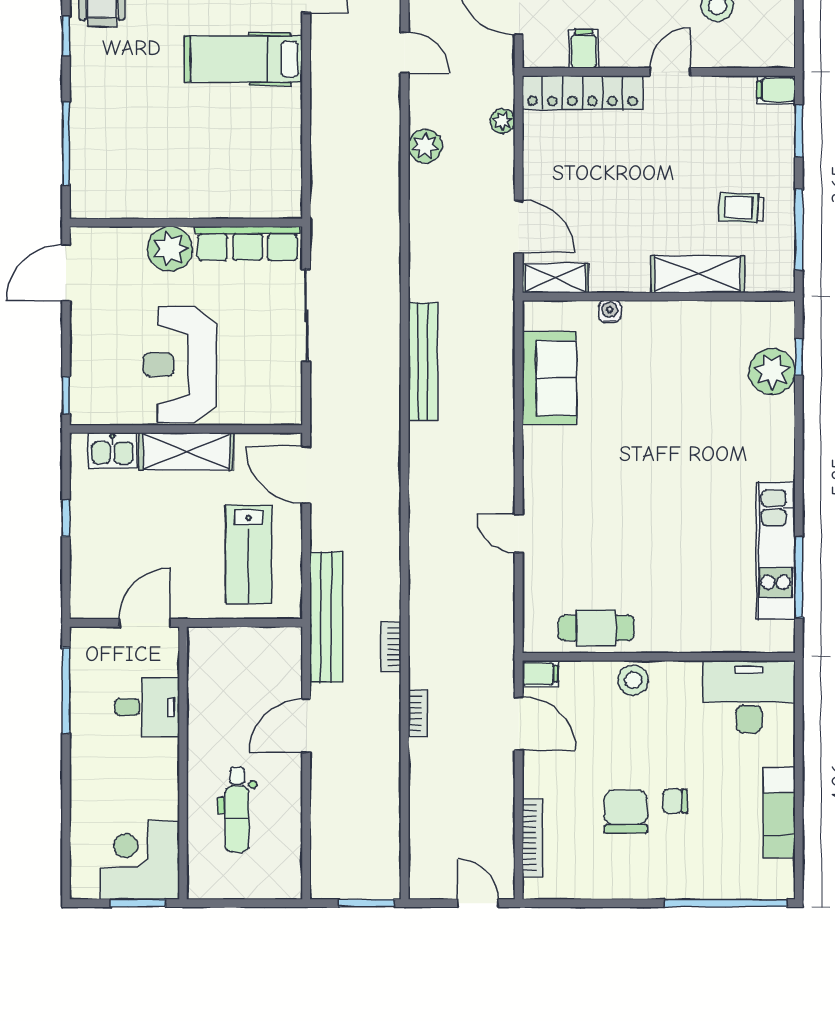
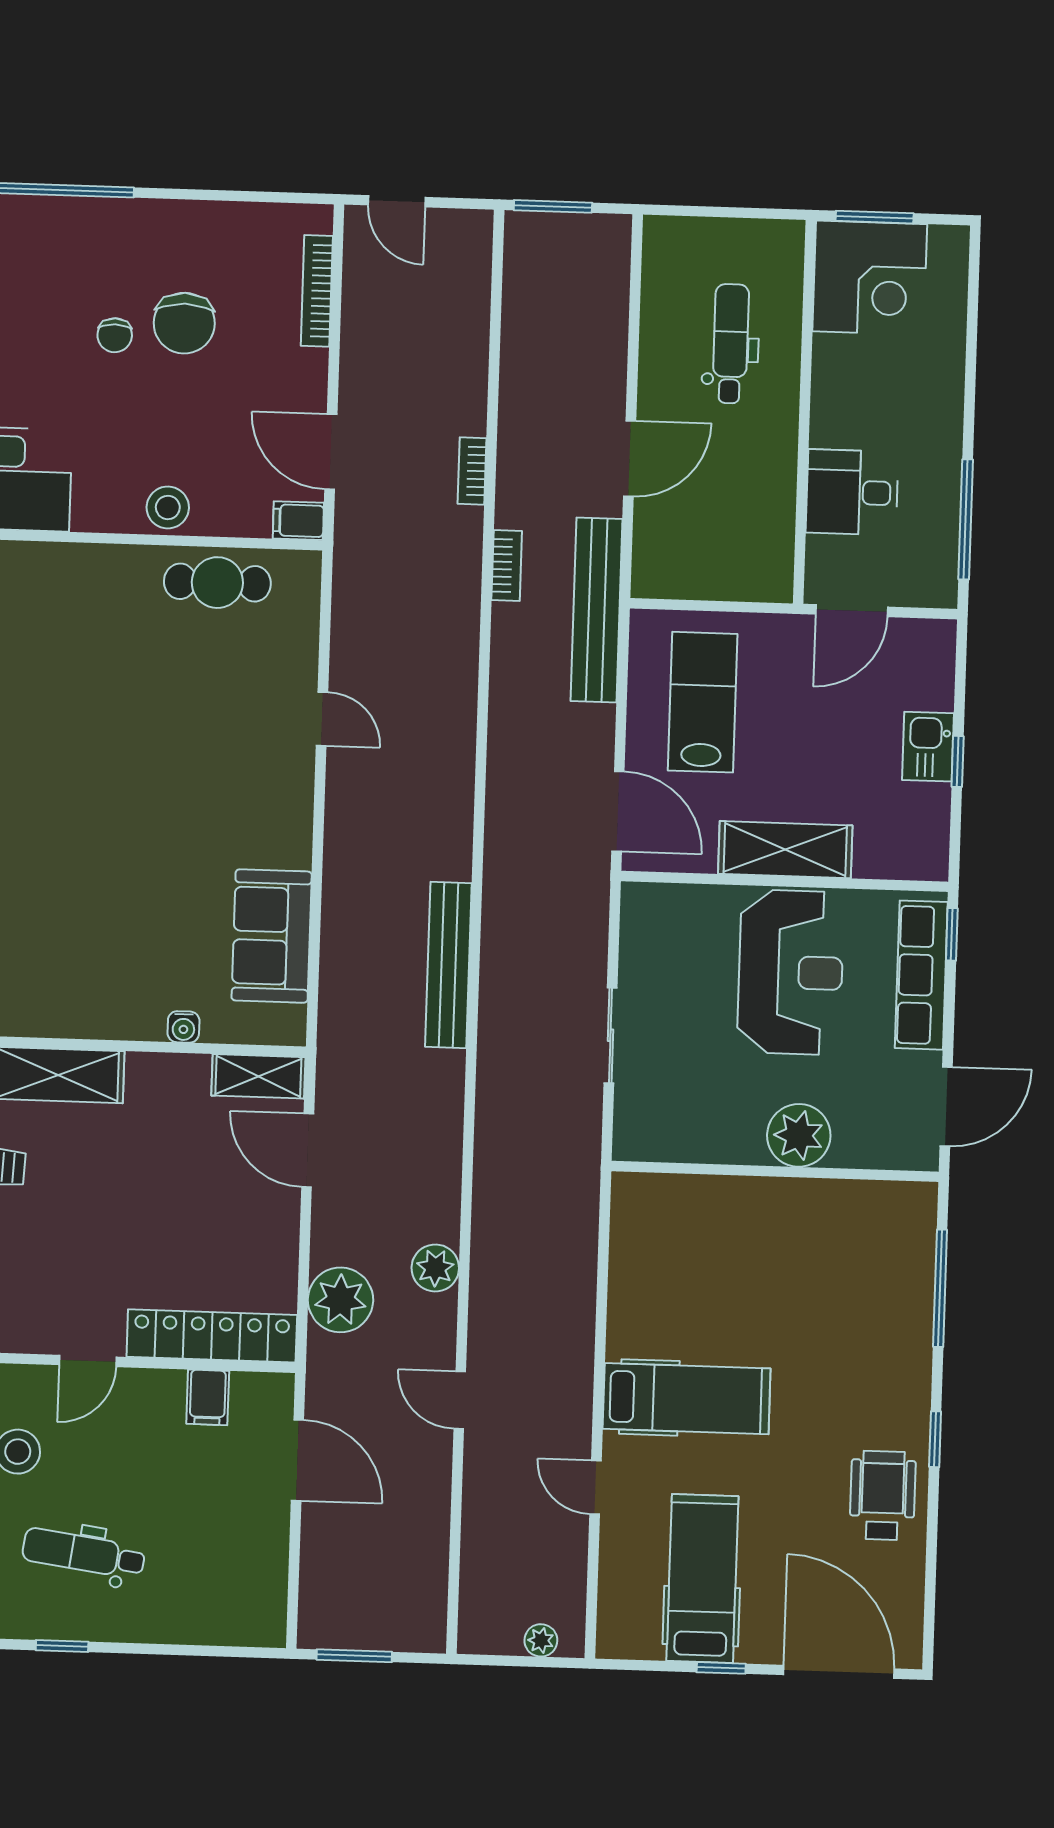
plant: (503, 121) -> (341, 1300), width x1.88, depth x1.88
row of seats: (248, 243) -> (921, 975), moved, turned -90
sliding door: (306, 315) -> (611, 1035), width x0.73
kitchen sink: (112, 450) -> (928, 747), moved, turned -90
chair: (675, 801) -> (115, 335), turned 90

